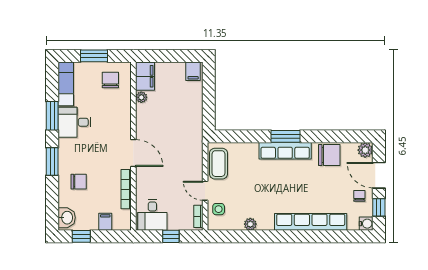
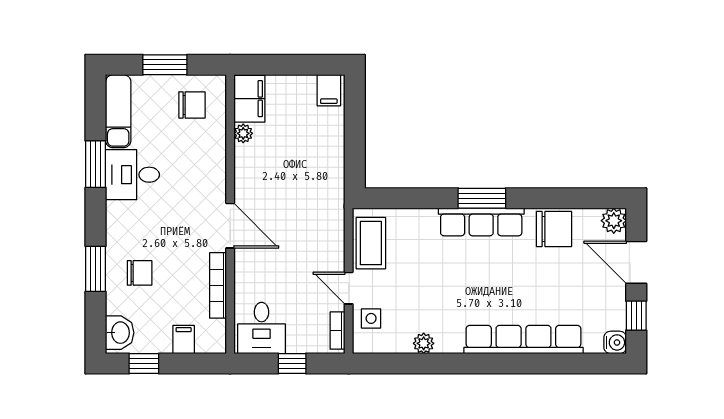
chair: (110, 80) -> (192, 105), turned 90
window: (52, 162) -> (96, 269), moved
chair: (359, 196) -> (604, 296), removed

